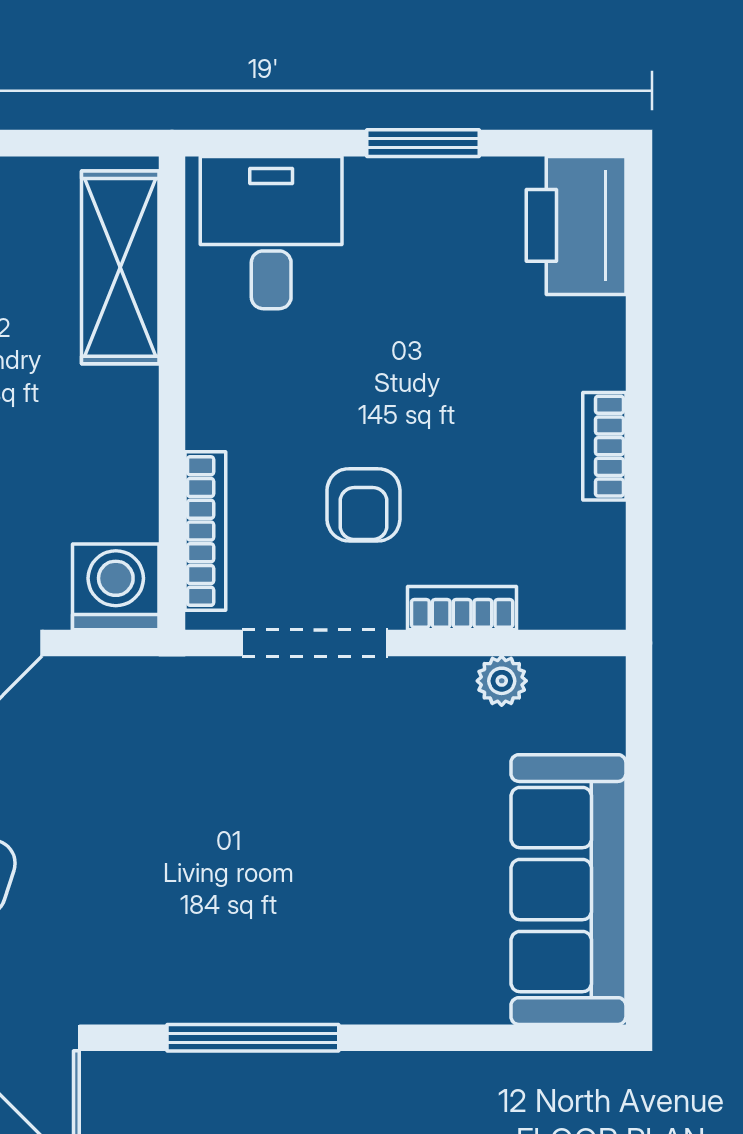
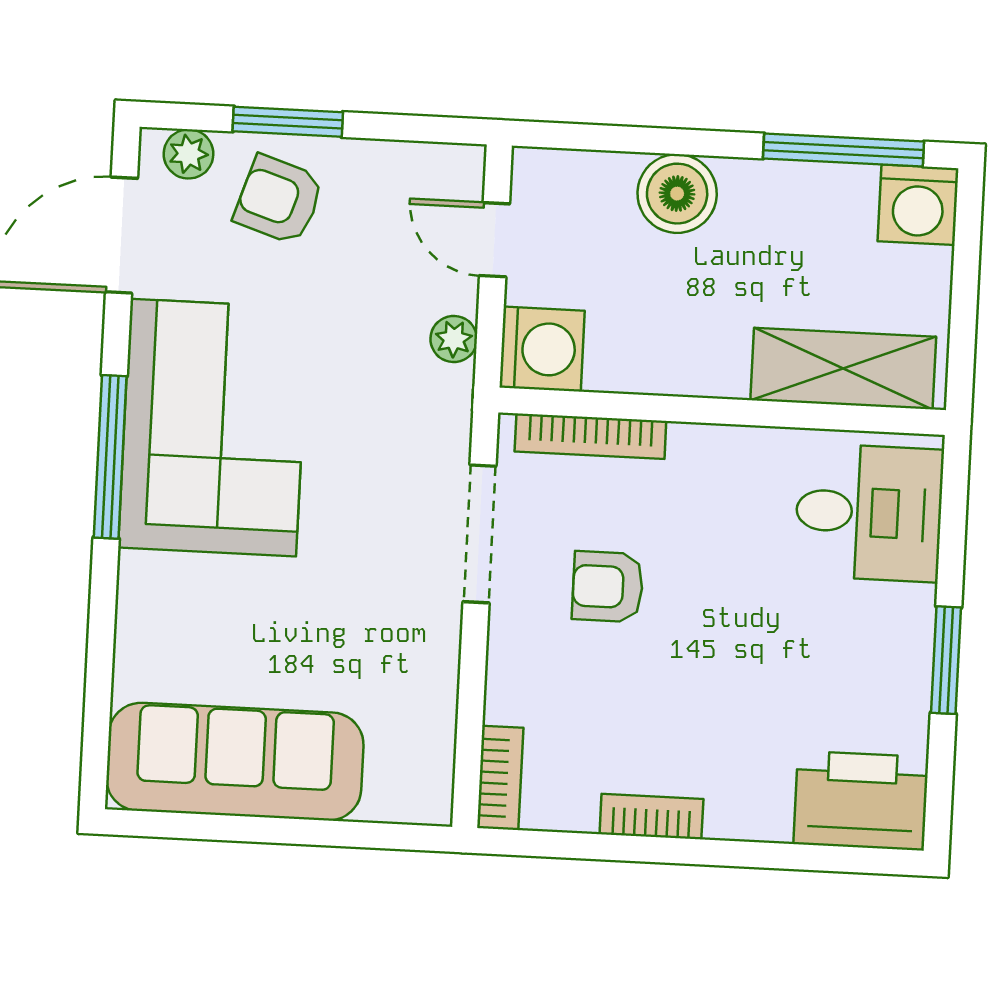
bookcase: (462, 608) -> (500, 778), moved
plant: (502, 681) -> (454, 339), moved
corner sofa: (216, 930) -> (213, 428), added

